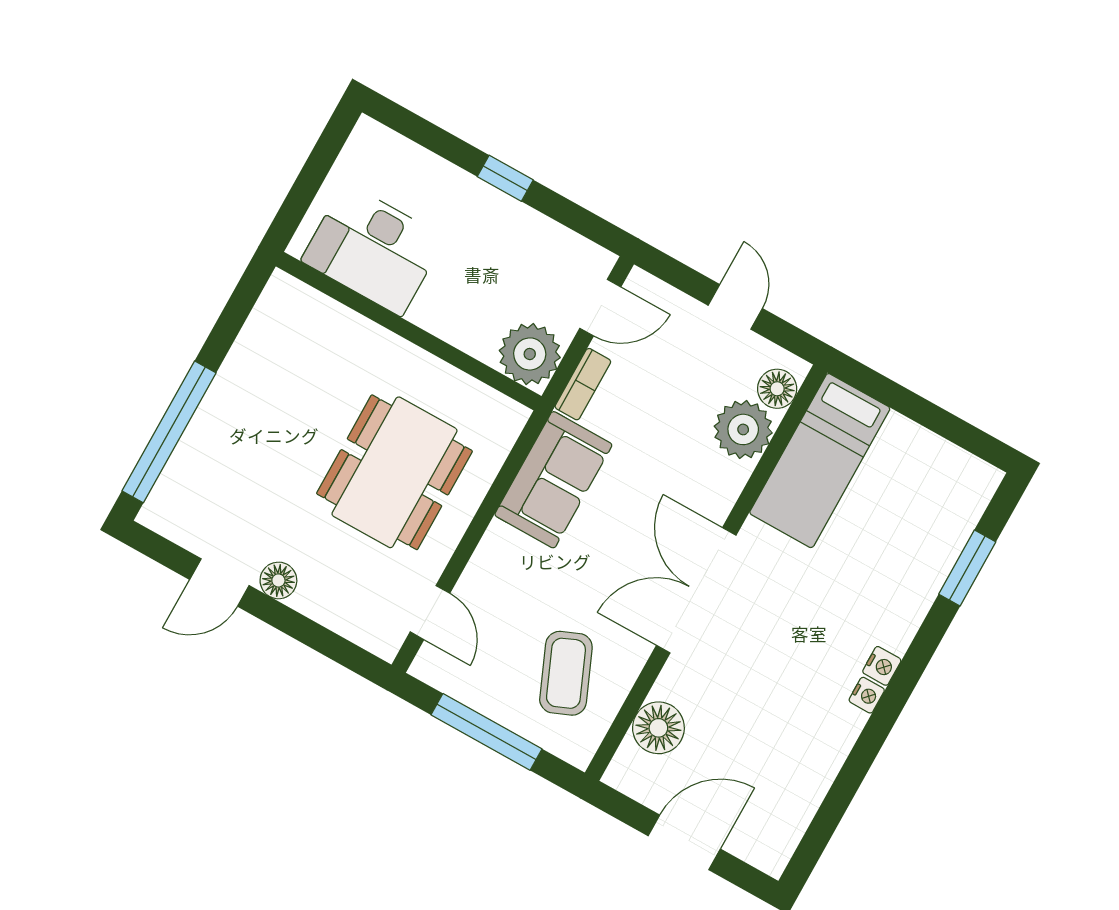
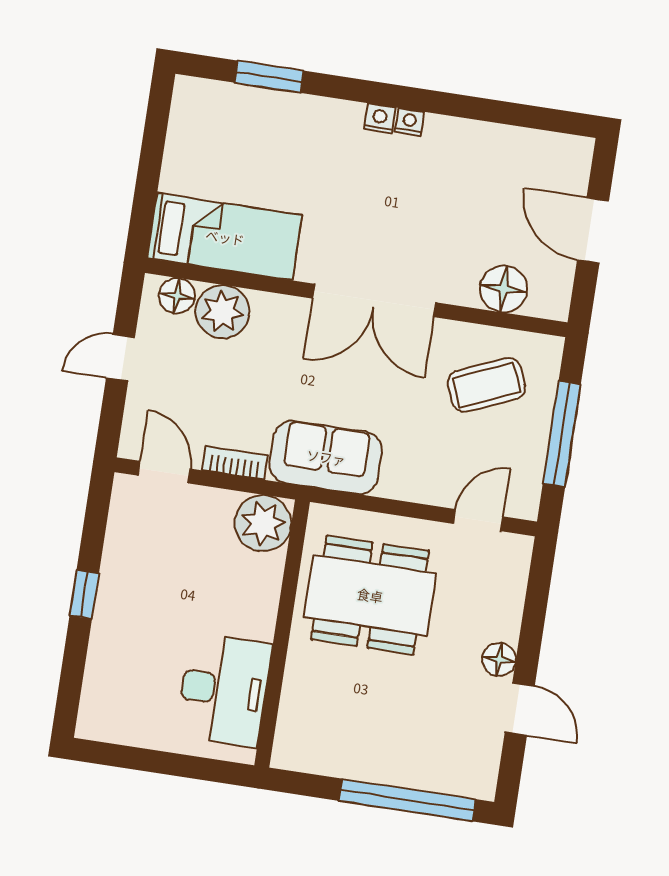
desk: (373, 249) -> (224, 690), moved
wall: (409, 331) -> (282, 634), moved
plant: (530, 354) -> (263, 523), moved

